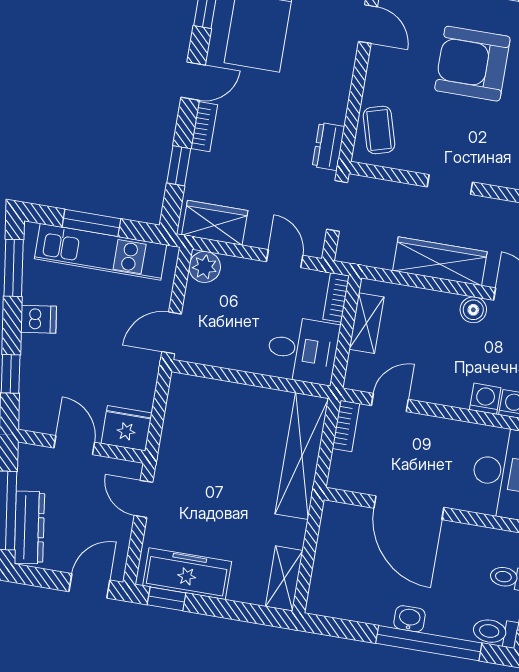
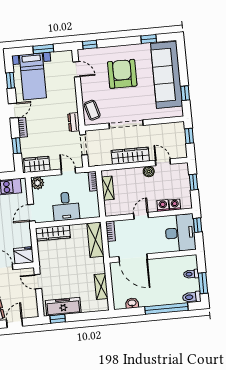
armchair: (472, 64) -> (122, 74), turned 90
doorway: (450, 184) -> (126, 124), width x1.88
desk: (303, 350) -> (66, 206), moved, turned 90
wardrobe: (209, 394) -> (53, 233), added
door: (390, 402) -> (141, 216), moved
shelving: (302, 456) -> (95, 240), width x0.68
door: (409, 508) -> (133, 258), moved
shelving: (284, 578) -> (101, 286), moved
door: (89, 586) -> (15, 323), moved
washbasin: (410, 619) -> (132, 303), moved

